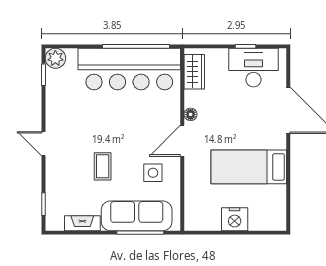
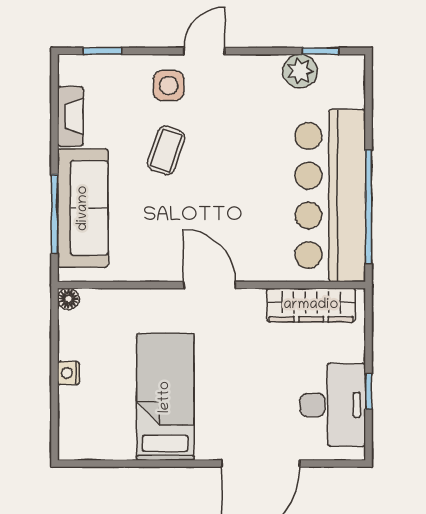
plant: (55, 58) -> (300, 71), moved
wardrobe: (194, 72) -> (311, 305), width x1.50
floor lamp: (191, 114) -> (68, 299), moved
coffee table: (103, 166) -> (166, 150), turned -71
side table: (153, 173) -> (169, 86), moved
nightstand: (235, 219) -> (69, 373), width x0.53, depth x0.56

